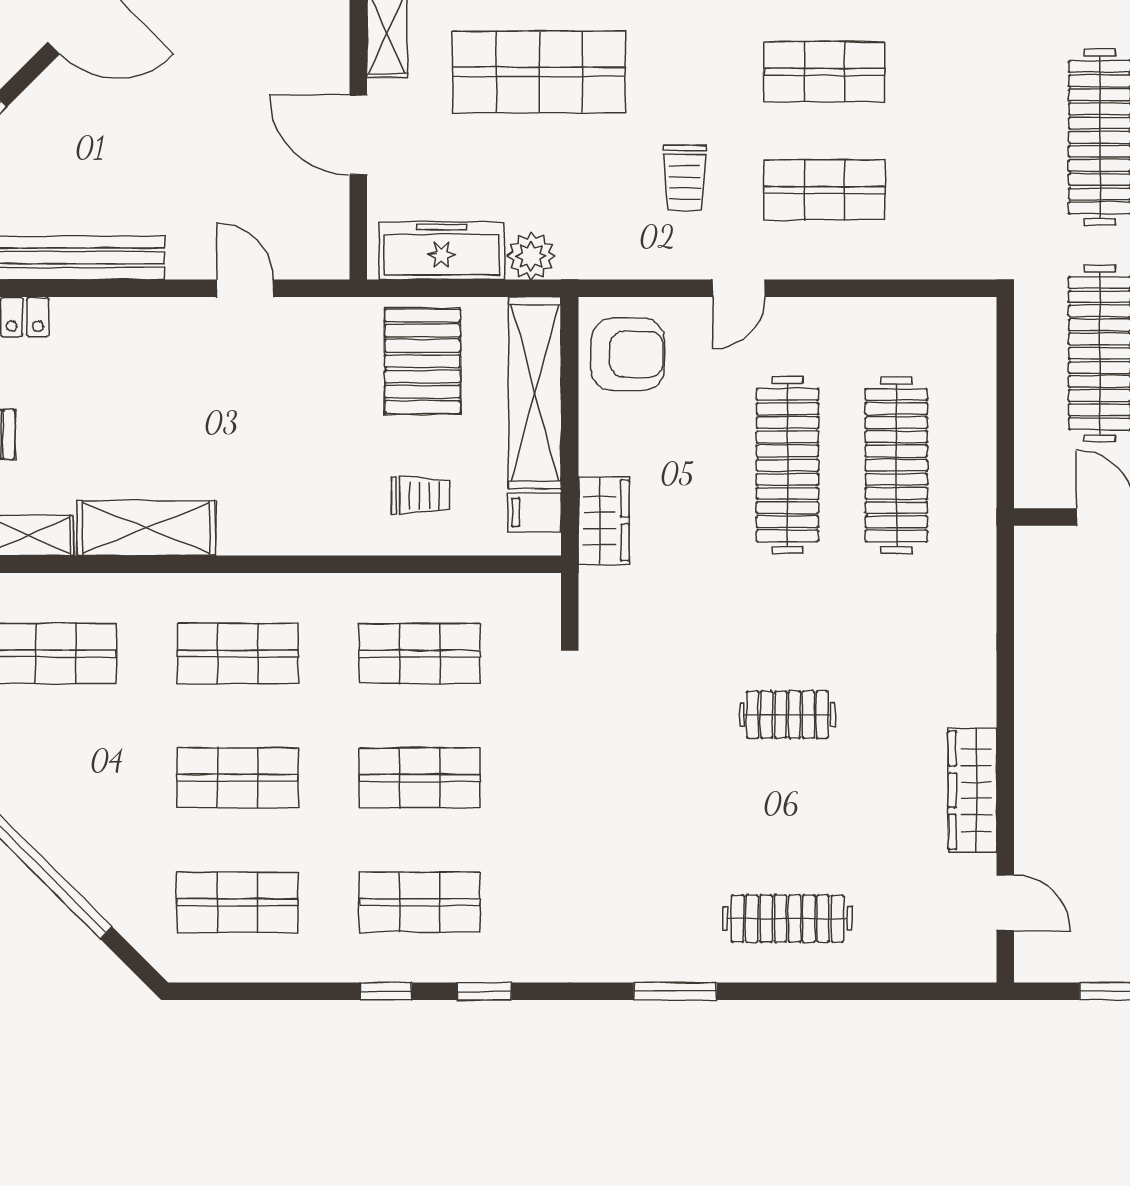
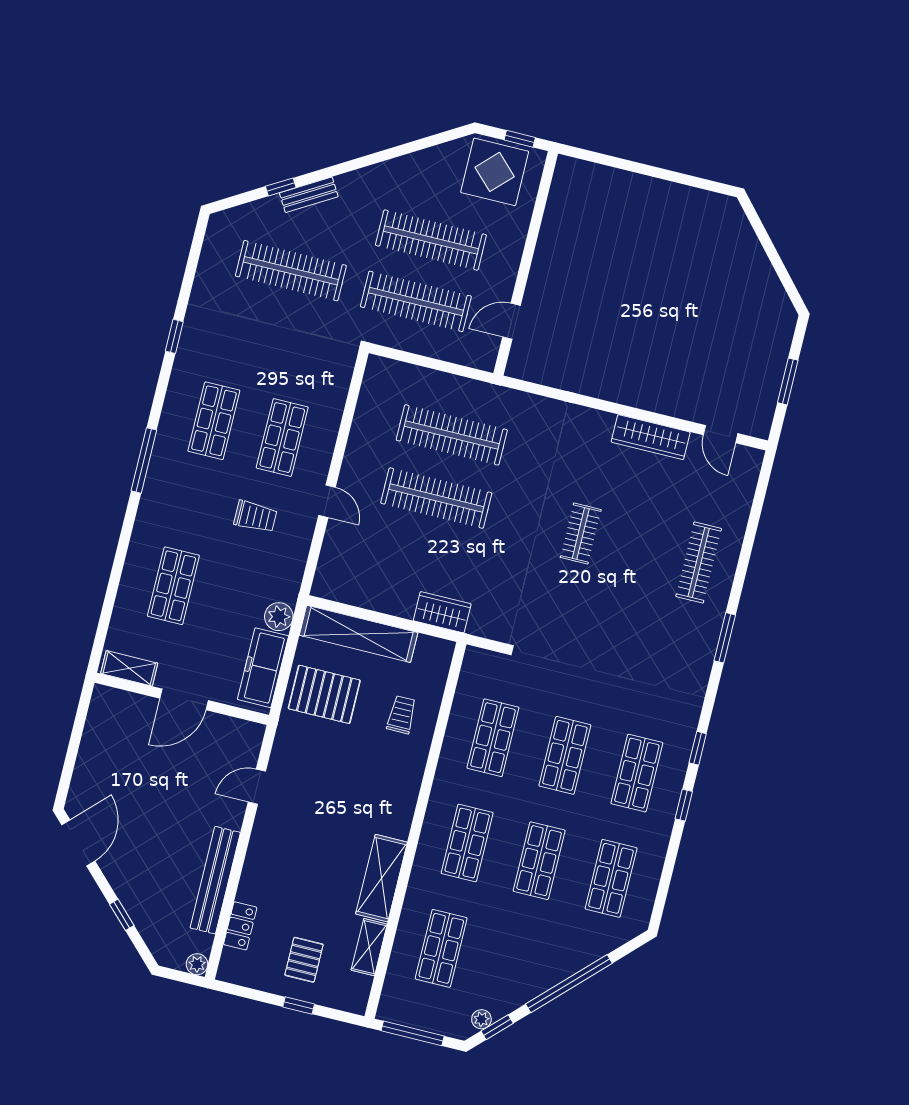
shop shelf: (539, 72) -> (173, 586), width x0.70, depth x0.74
armchair: (628, 354) -> (349, 575), removed
filing cabinet: (534, 512) -> (428, 651), removed
door: (1005, 903) -> (721, 434), swing flipped

